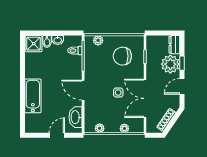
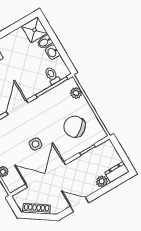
chair: (122, 56) -> (75, 127), turned -39
window: (182, 63) -> (103, 191), removed
plant: (170, 64) -> (102, 181), width x0.53, depth x0.53

